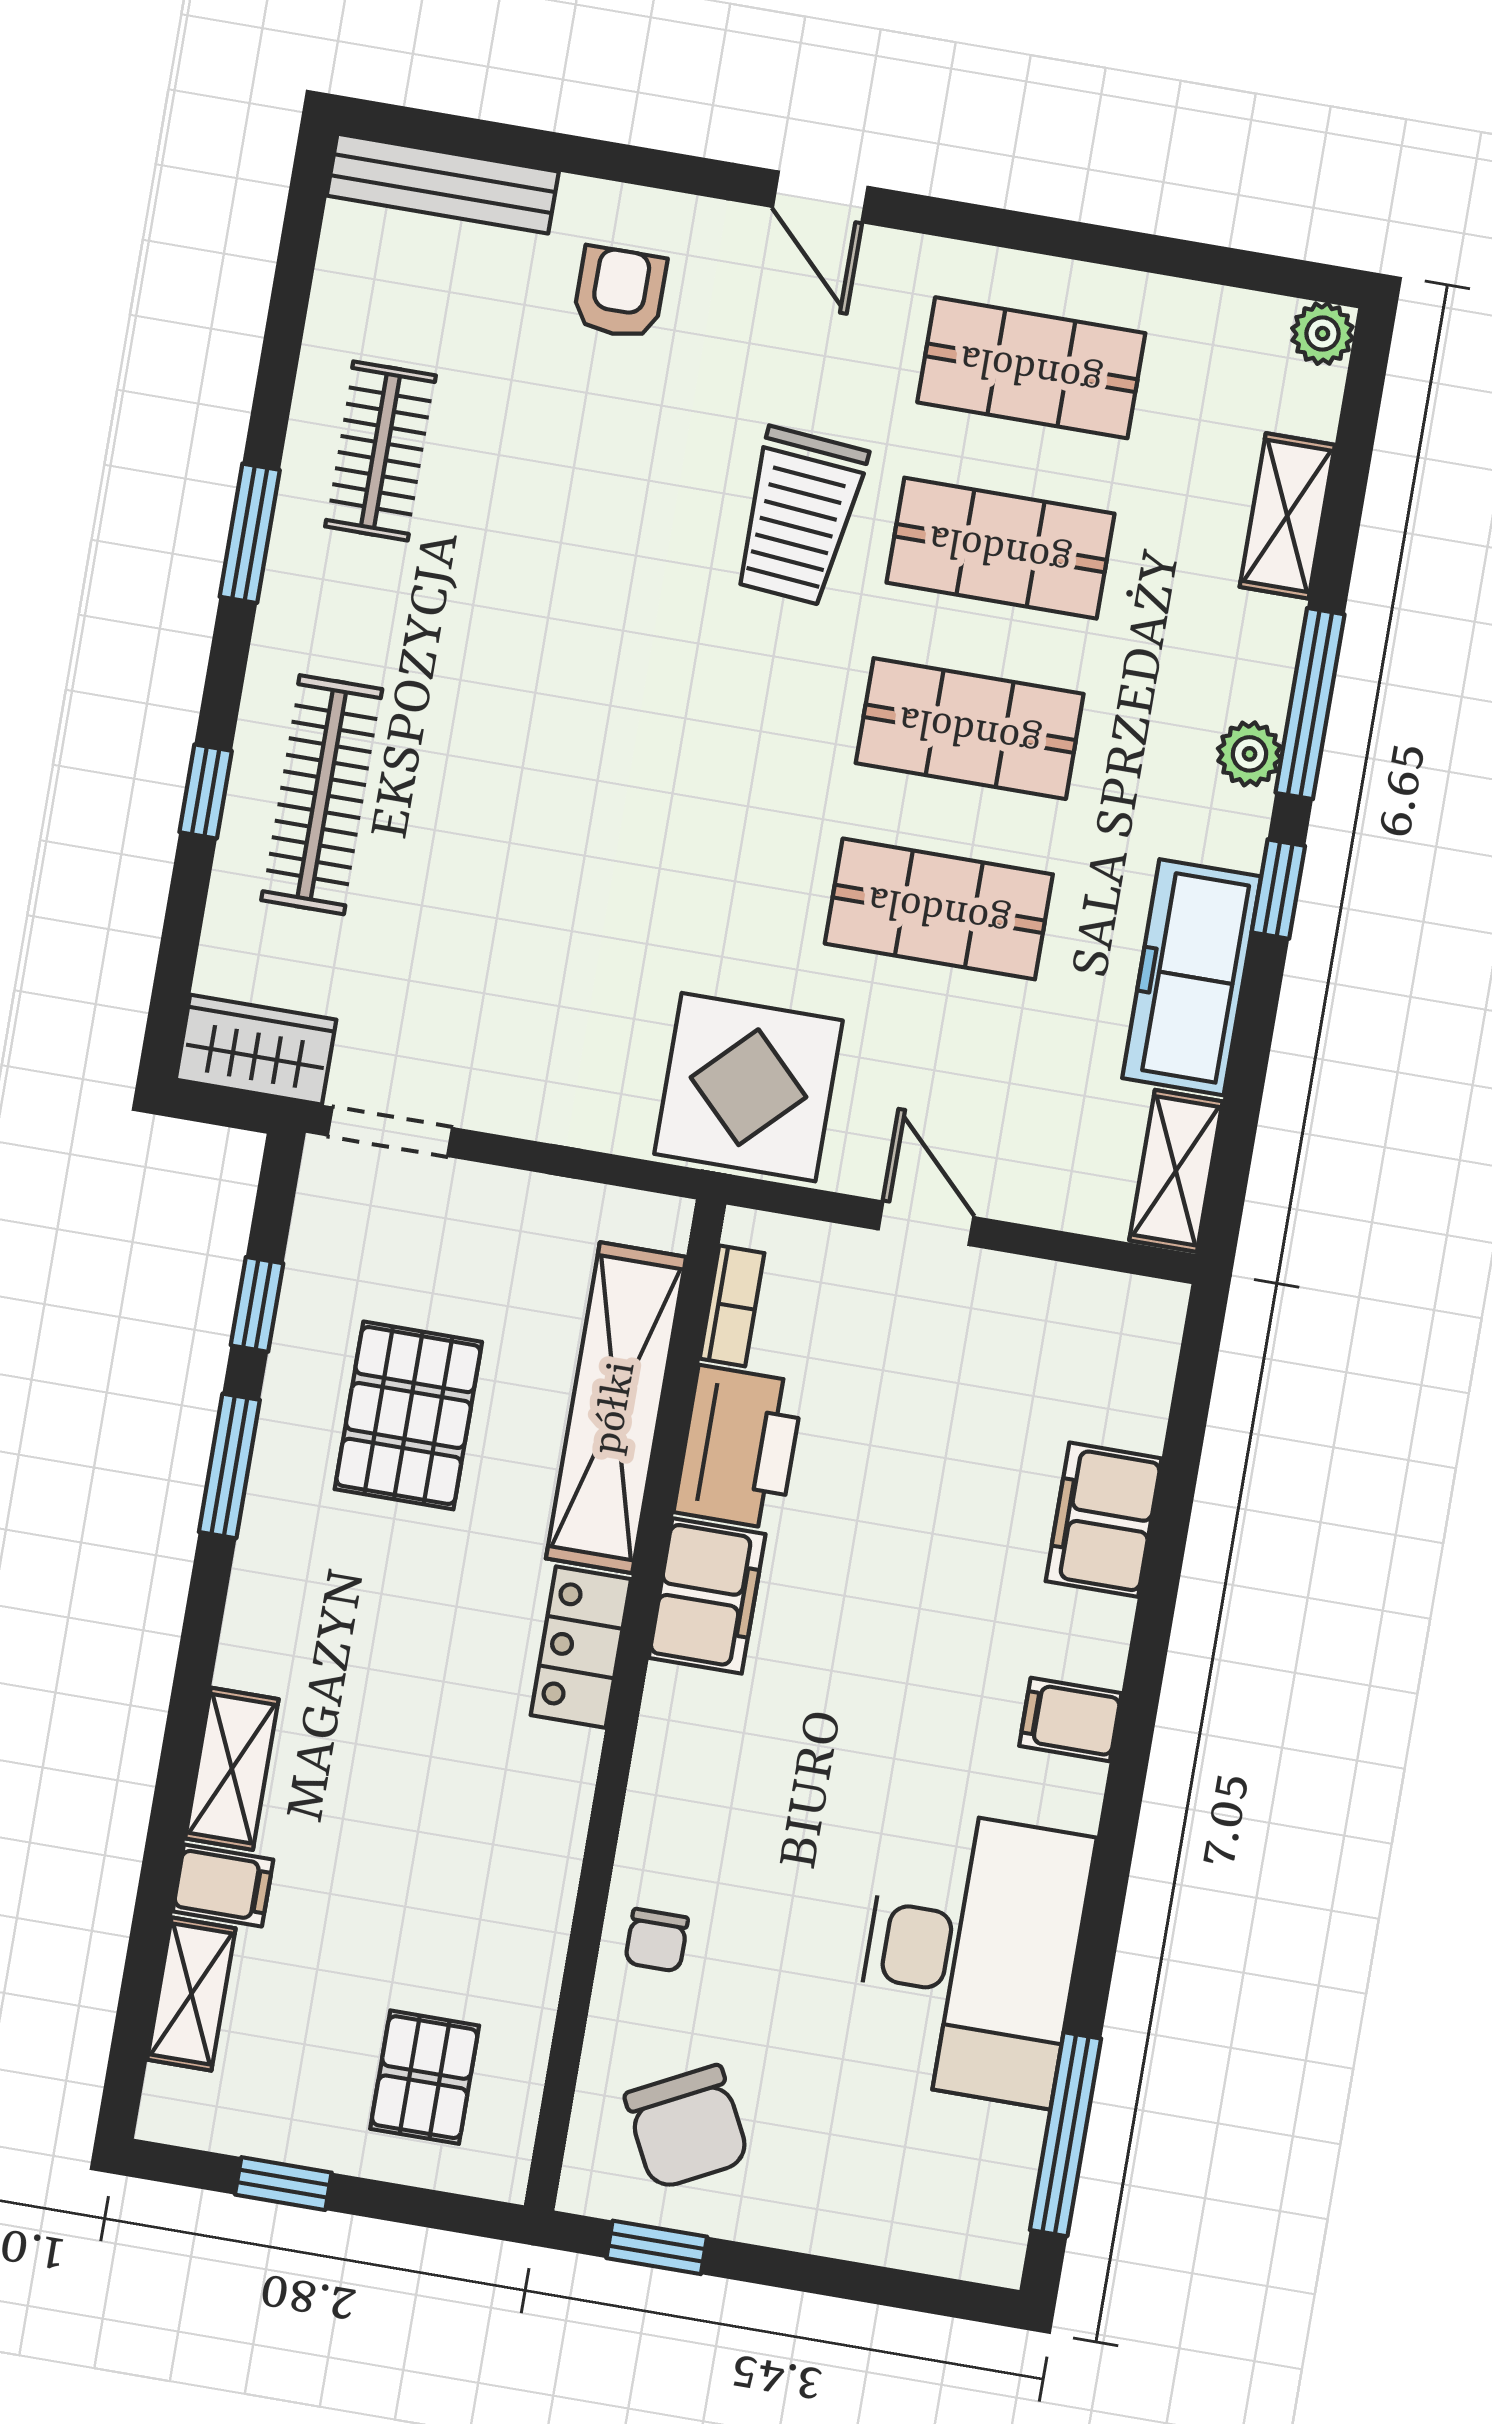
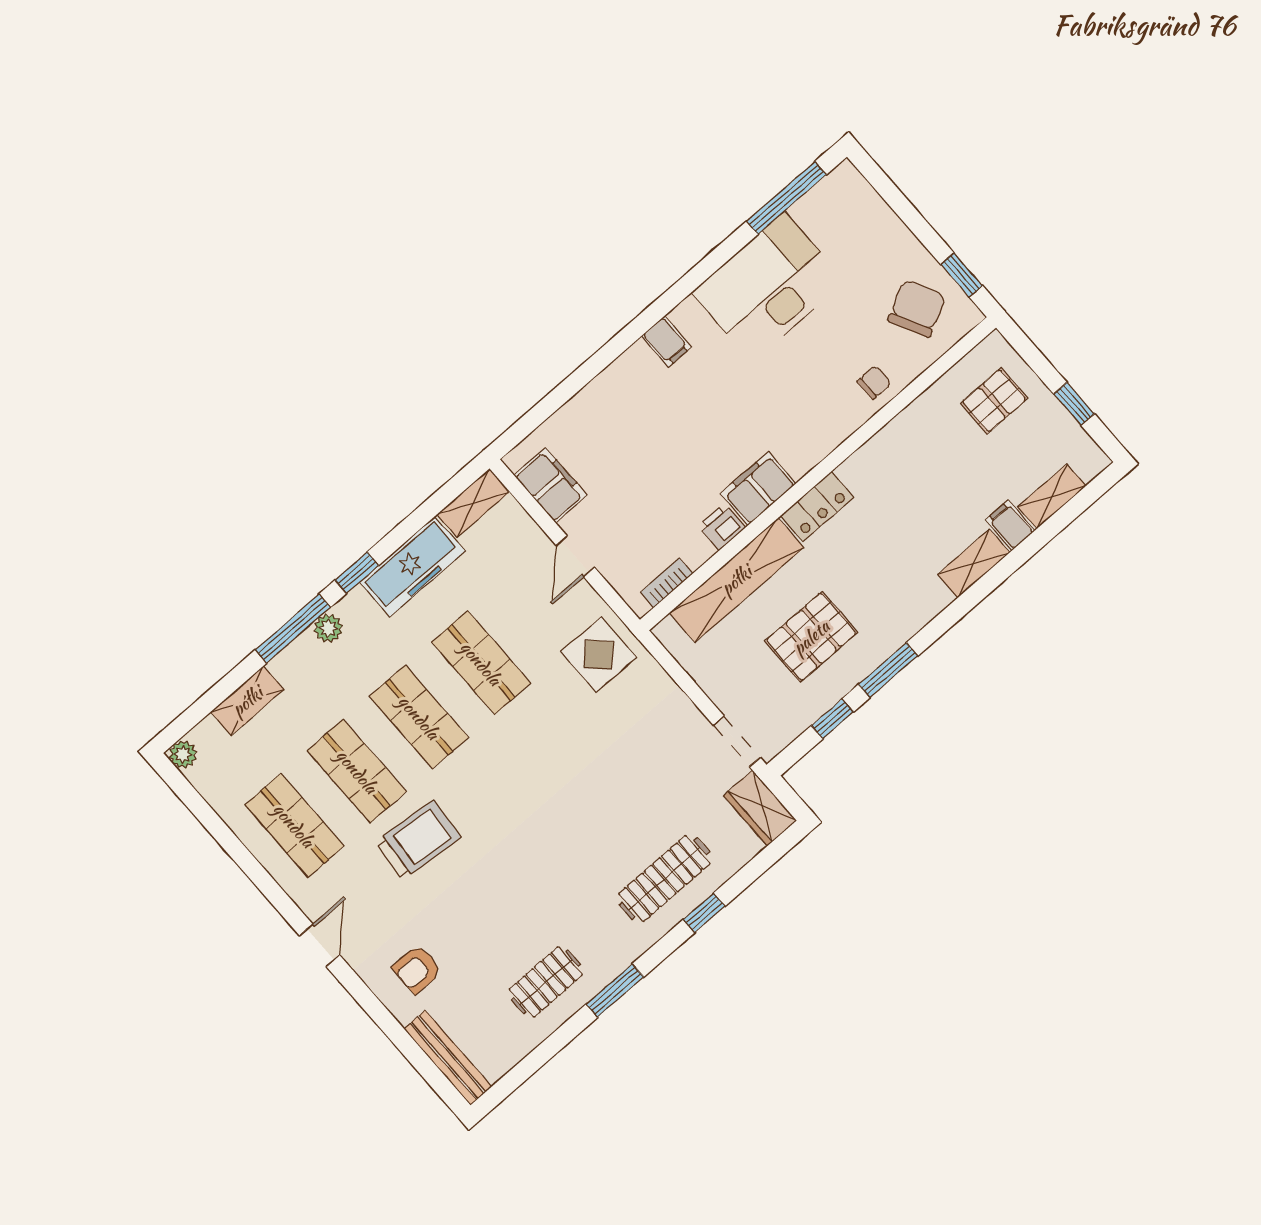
display table: (749, 1087) -> (599, 655), width x0.73, depth x0.73
printer: (739, 1447) -> (722, 527), width x0.53, depth x0.68
filing cabinet: (1104, 1520) -> (550, 485), moved, turned -90

